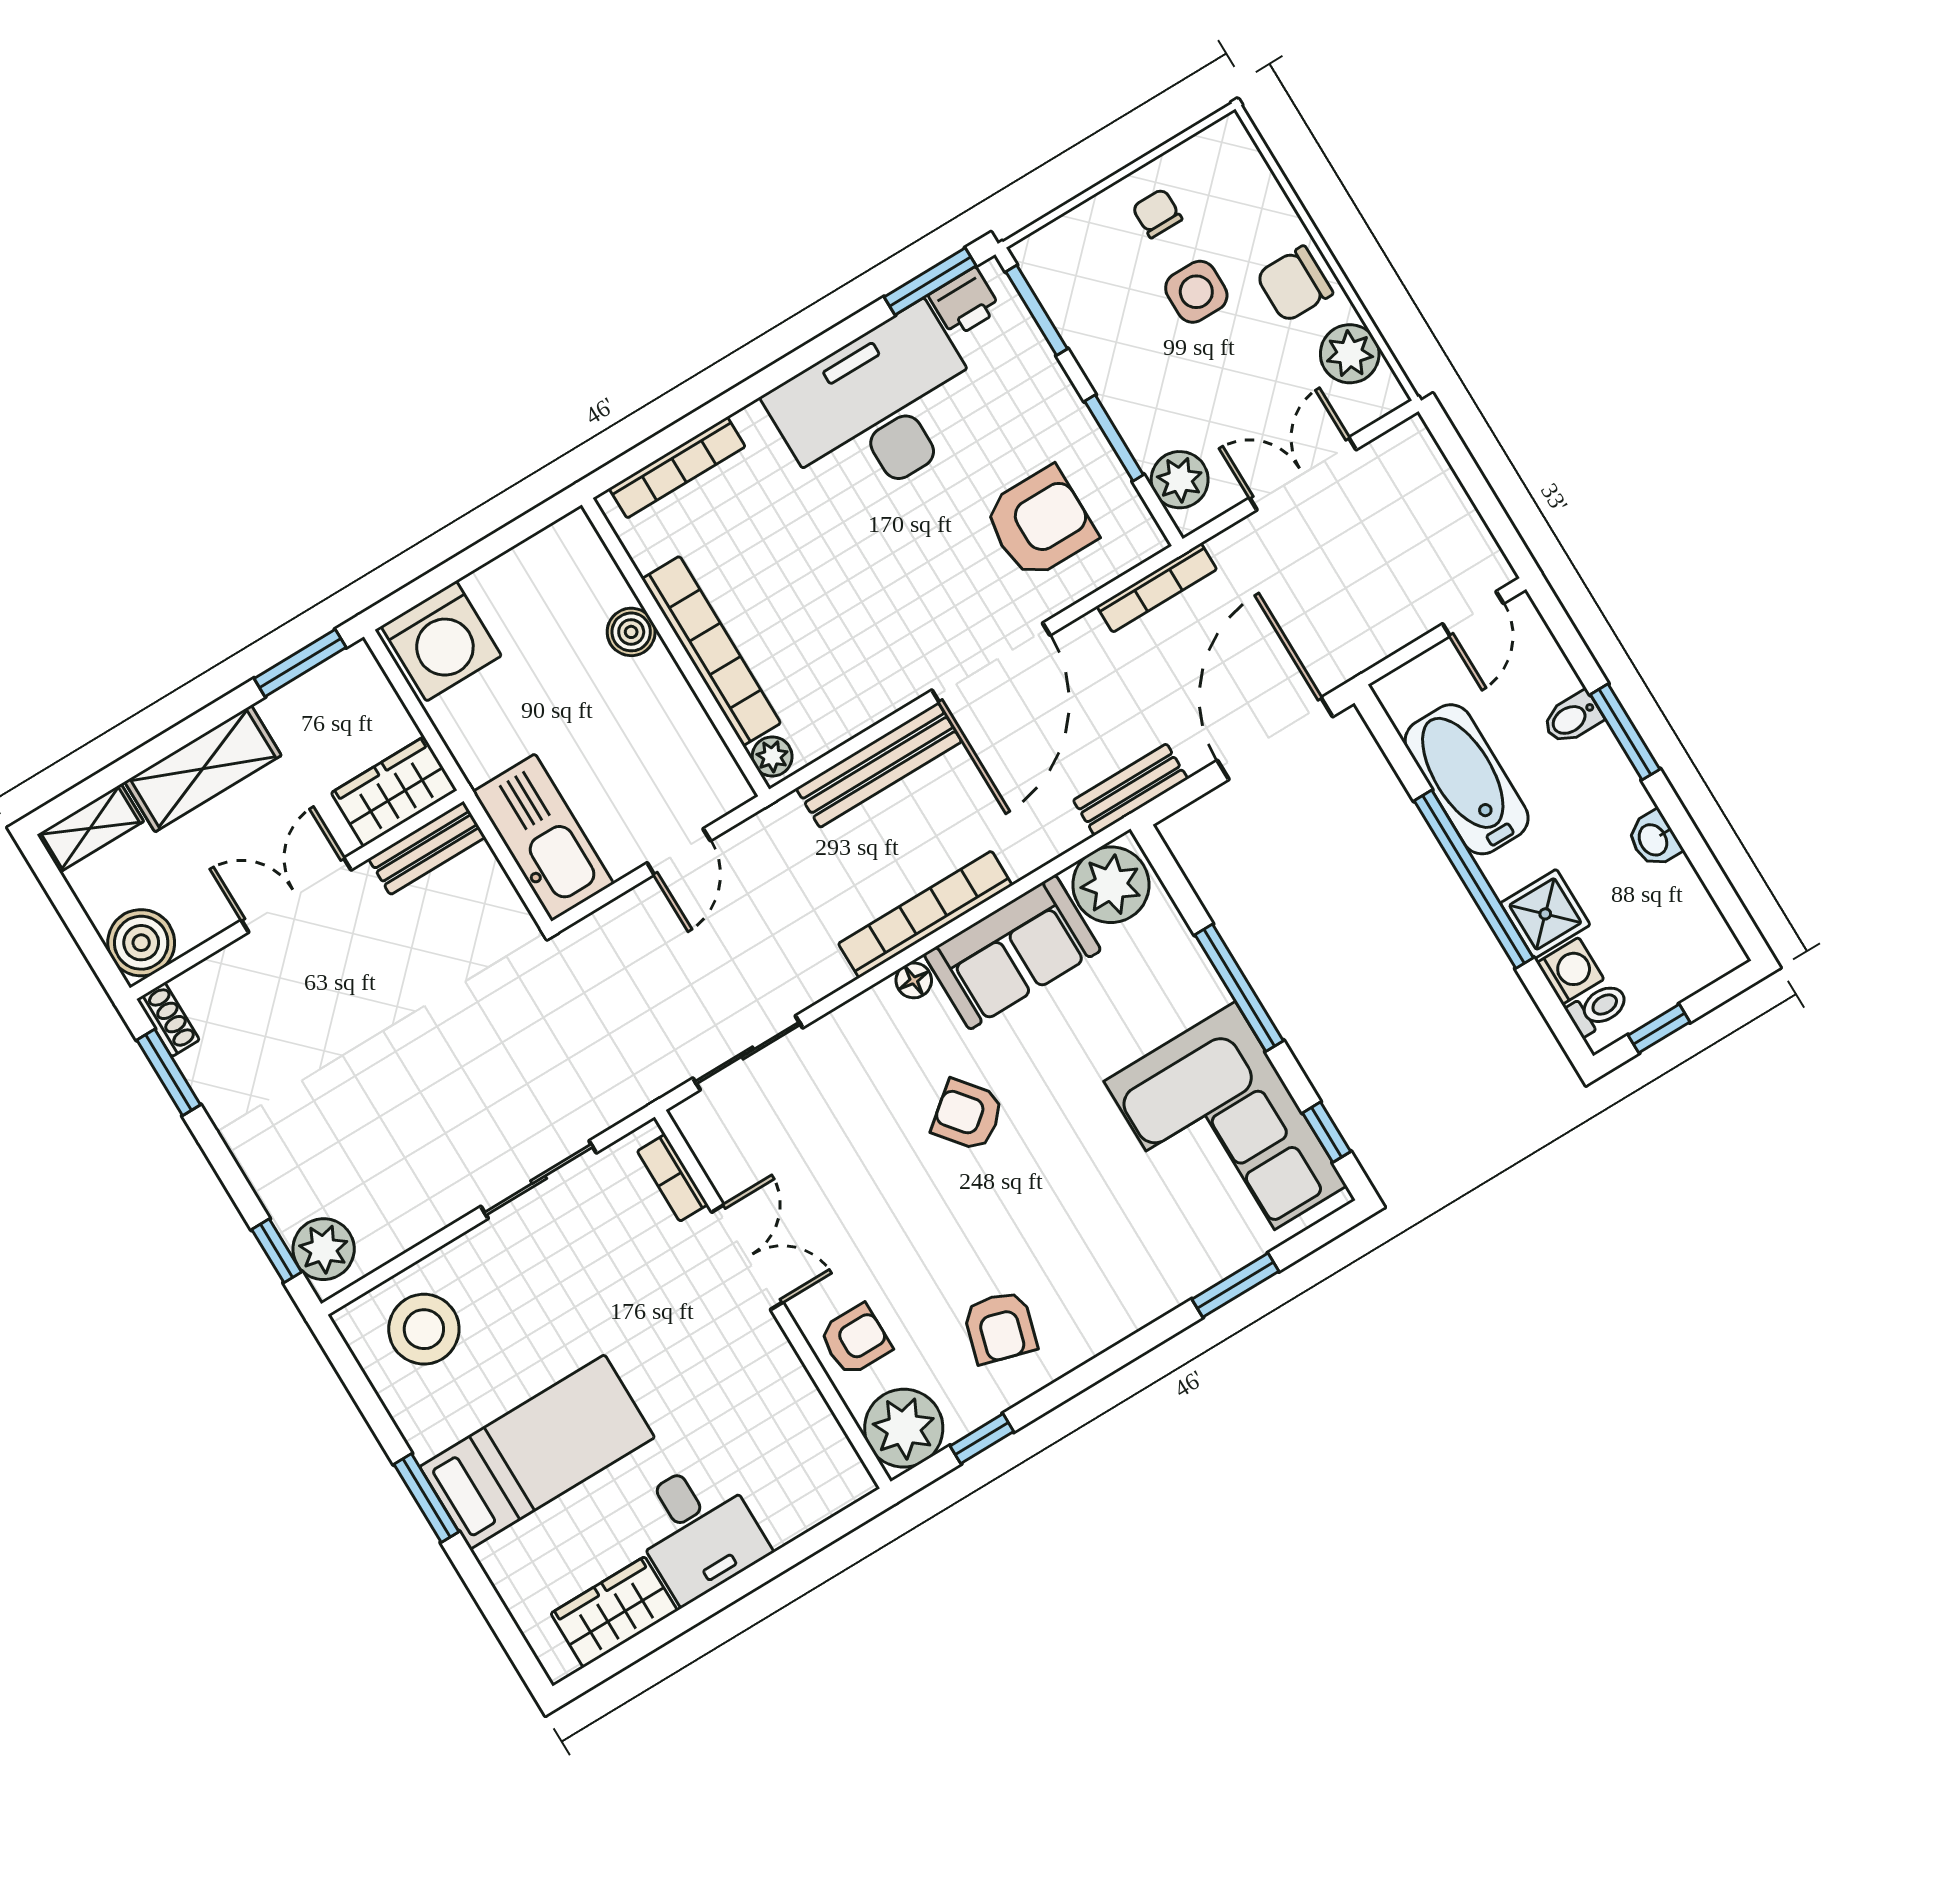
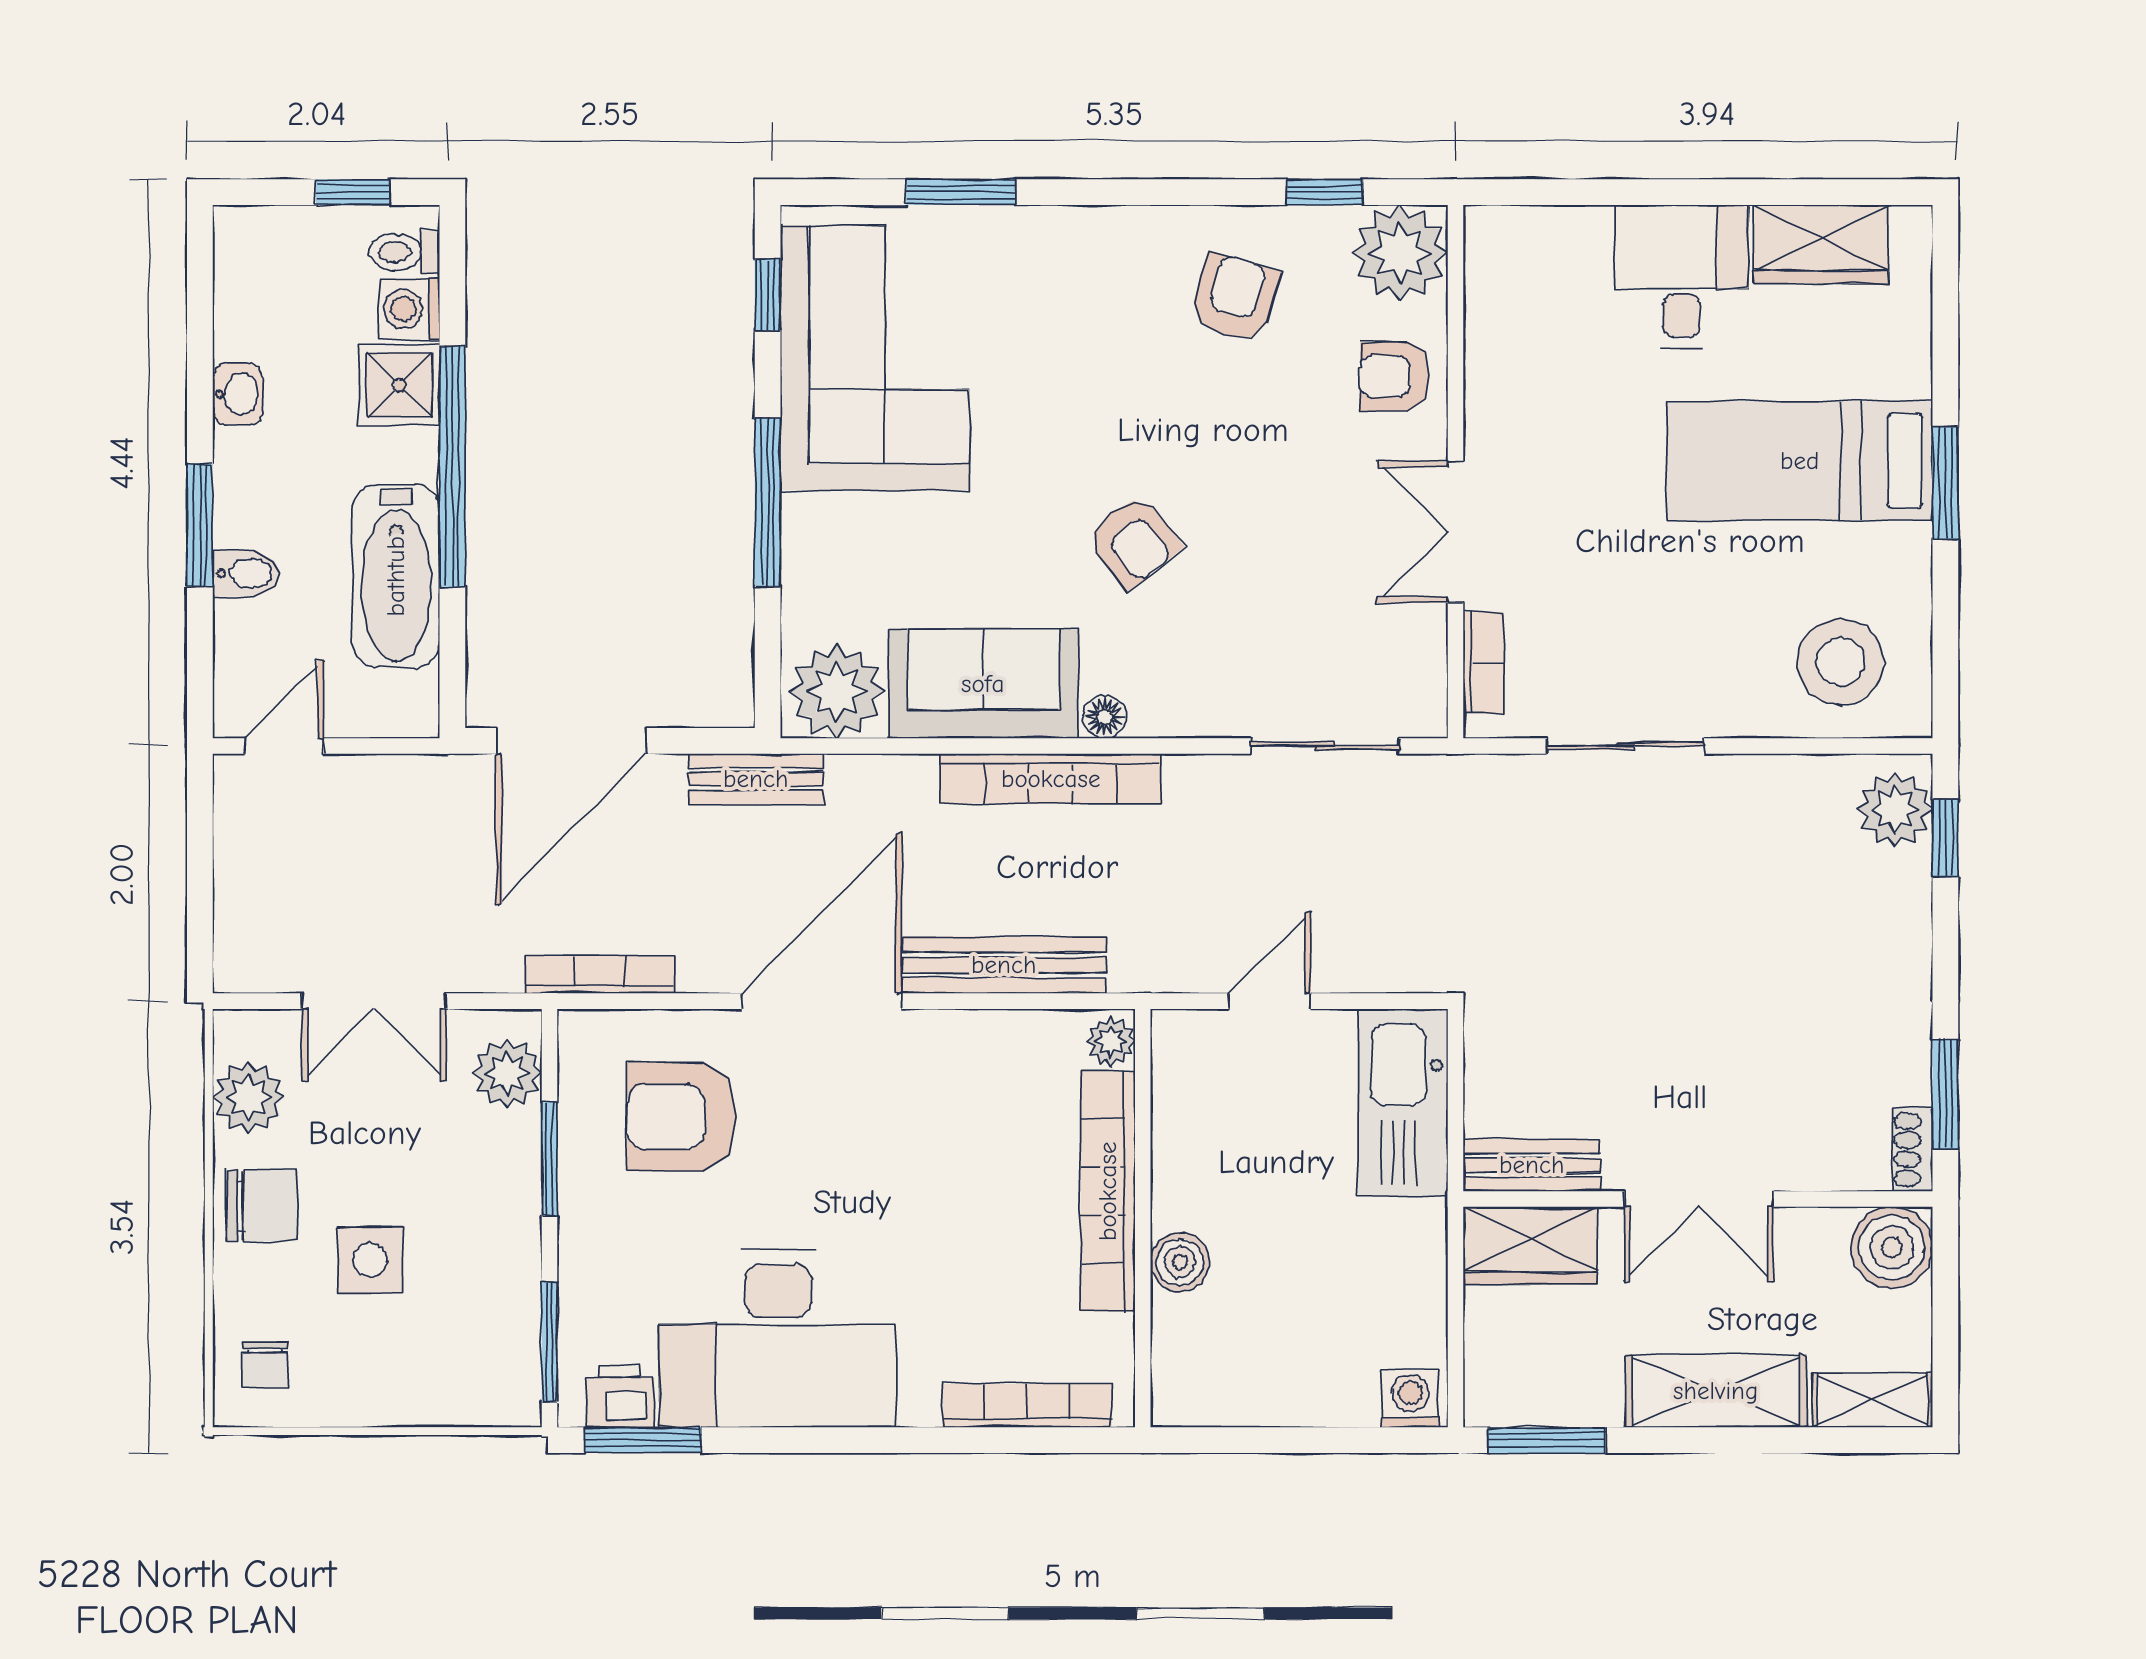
chair: (1157, 213) -> (265, 1365), moved
washing machine: (441, 641) -> (1410, 1399), width x0.53, depth x0.53

